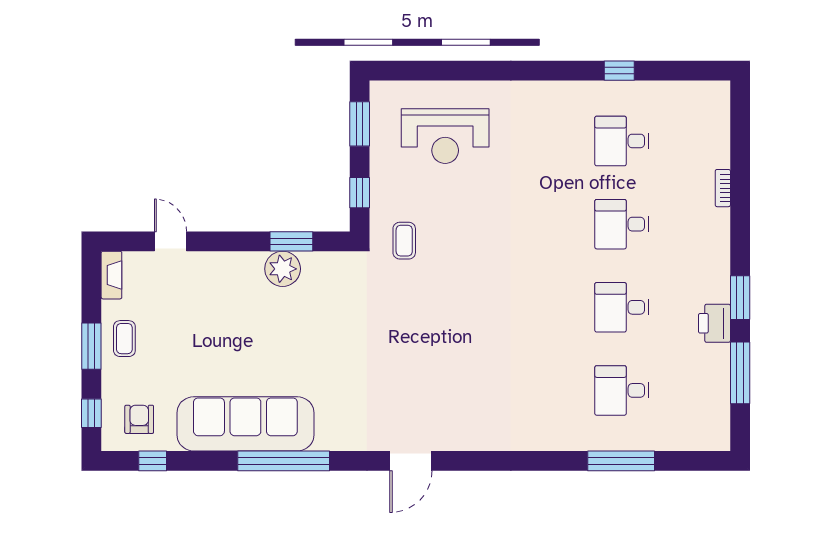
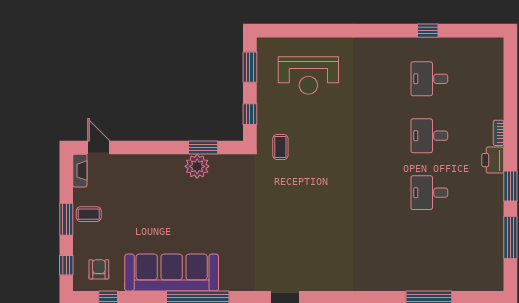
bookcase: (723, 188) -> (499, 133), moved
door: (171, 241) -> (99, 148), moved
printer: (714, 323) -> (493, 160), moved
coffee table: (124, 339) -> (89, 214), turned 90
desk: (622, 390) -> (429, 250), removed

